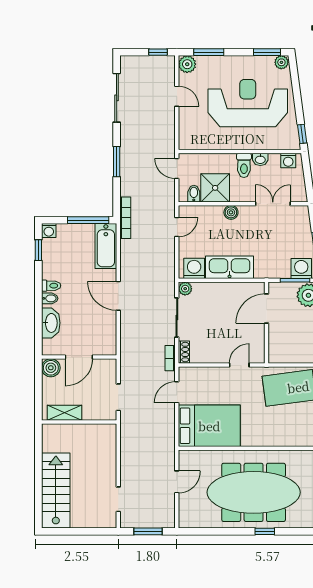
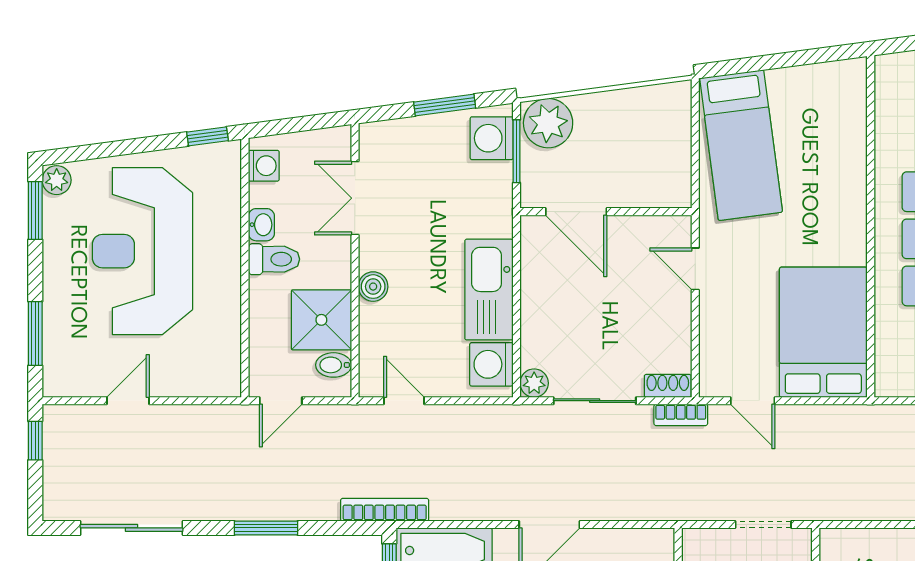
plant: (187, 64) -> (61, 379), removed

